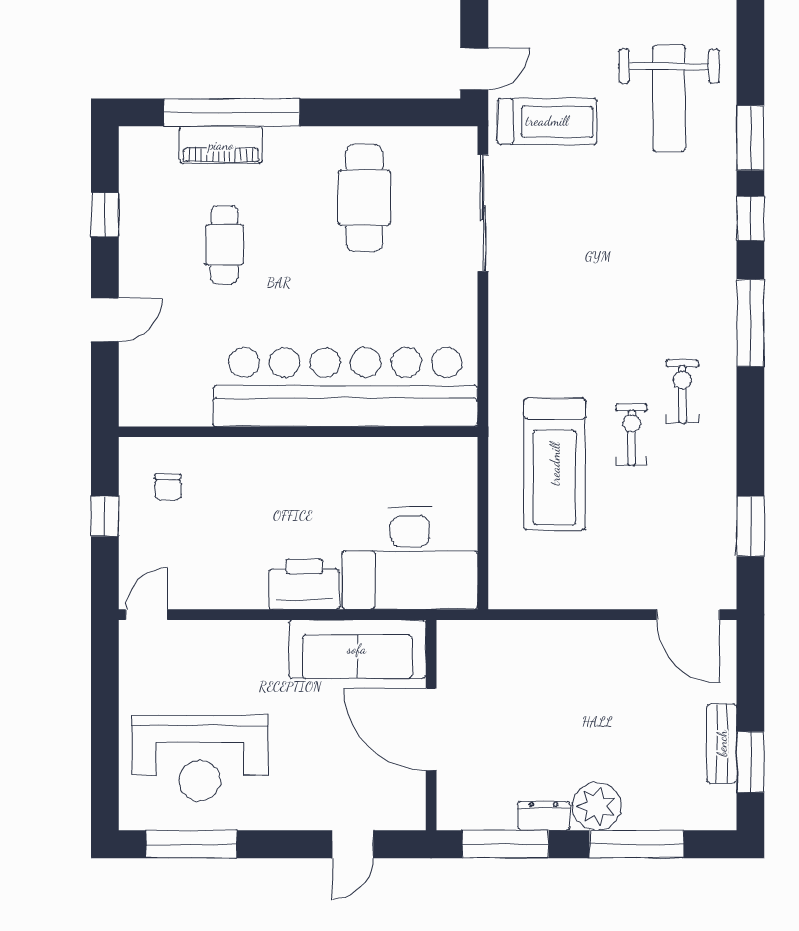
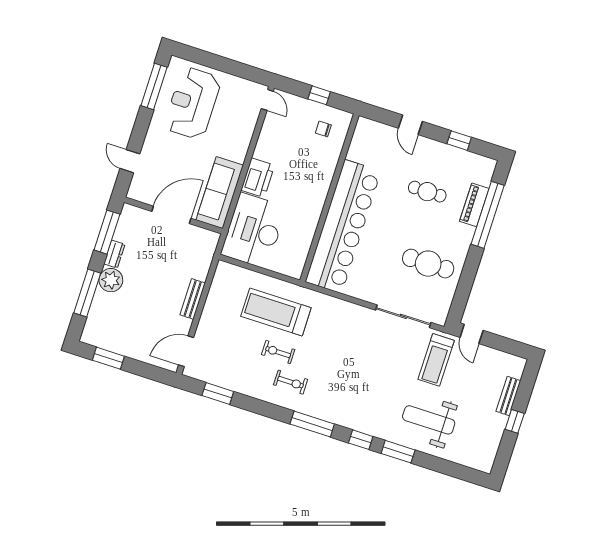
exercise bike: (632, 435) -> (278, 352), turned 180
bench: (722, 743) -> (193, 299), moved, turned 90

